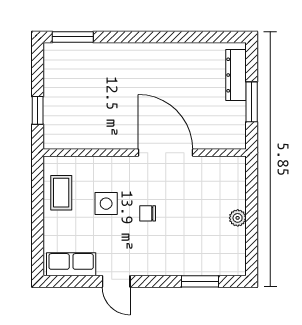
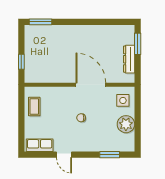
dresser: (236, 75) -> (129, 59), moved
window: (252, 102) -> (138, 44), moved
side table: (106, 204) -> (123, 100), moved
plant: (238, 218) -> (126, 124), width x1.87, depth x1.87

